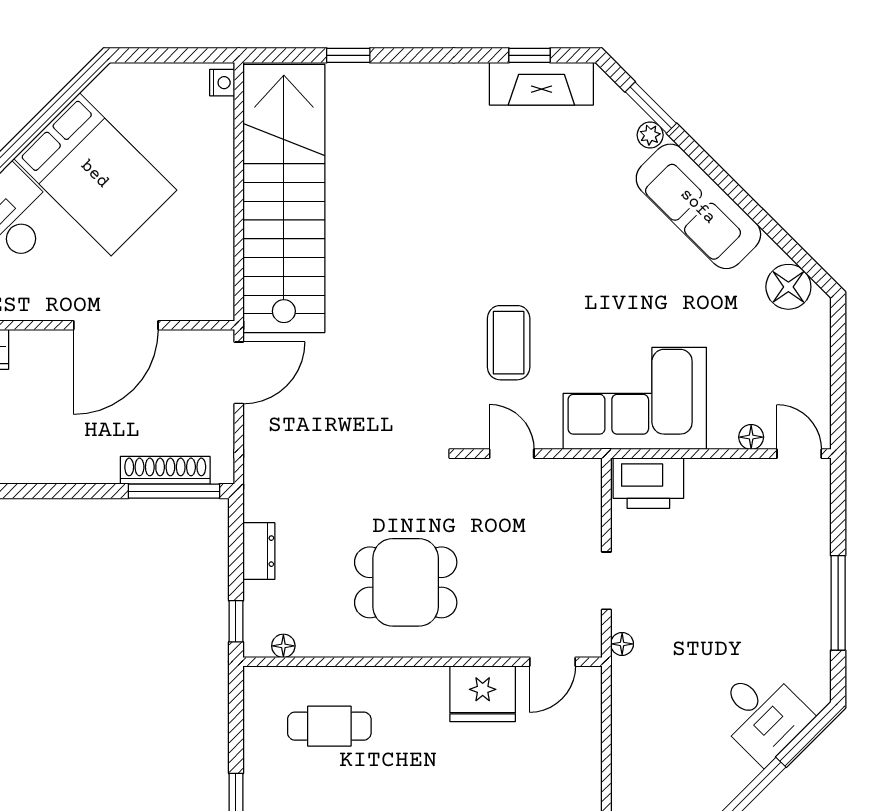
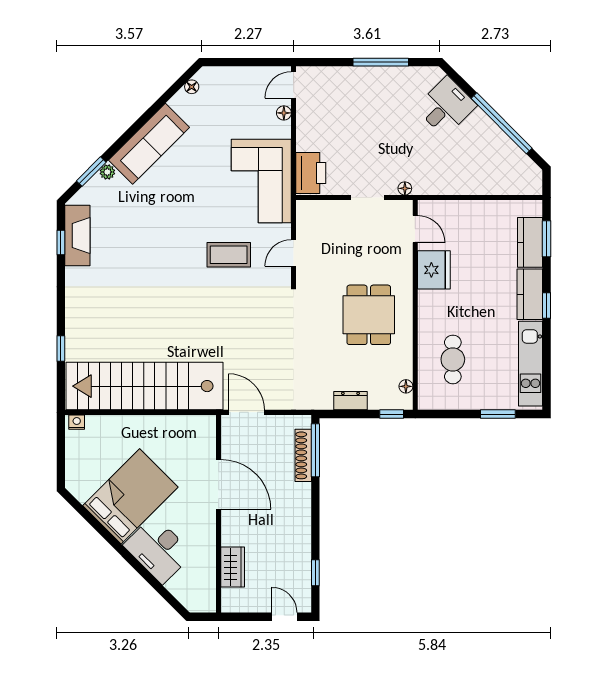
floor lamp: (788, 287) -> (192, 87), width x0.53, depth x0.53

